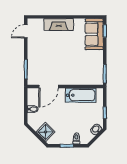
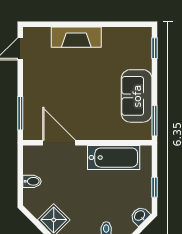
sofa: (94, 34) -> (137, 96), moved
door: (49, 86) -> (59, 143), swing flipped

